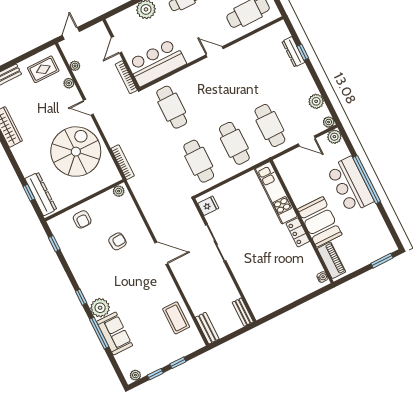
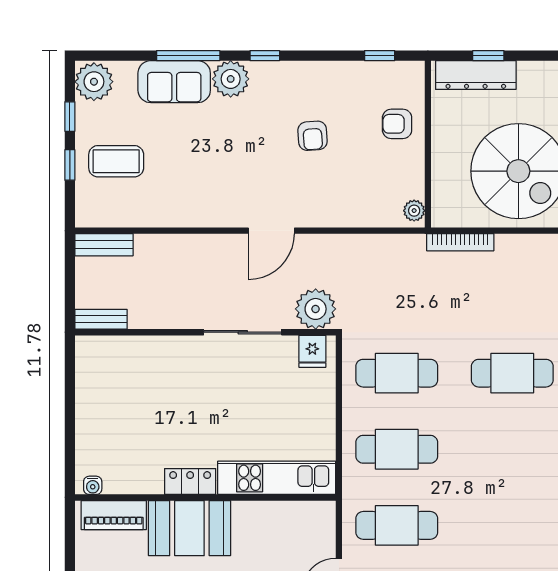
plant: (188, 214) -> (316, 309), added
armchair: (117, 241) -> (313, 136), moved
coffee table: (176, 318) -> (116, 161), moved
plant: (135, 375) -> (94, 82), width x1.87, depth x1.87

